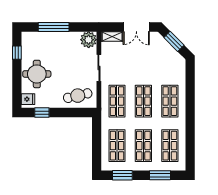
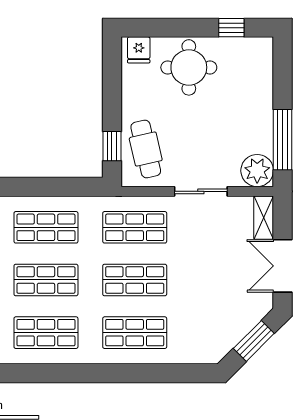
window: (54, 27) -> (282, 140), moved
window: (42, 113) -> (112, 146), moved

